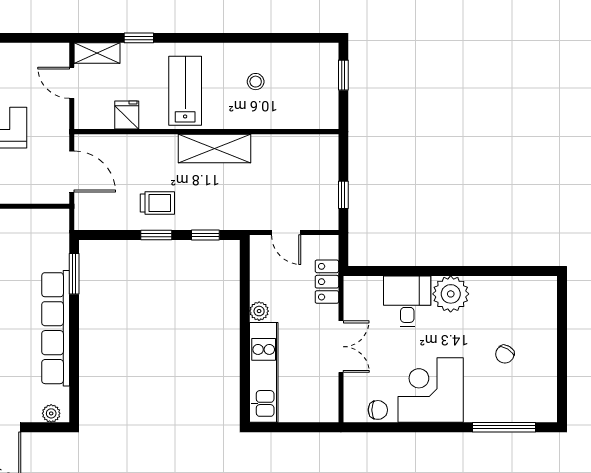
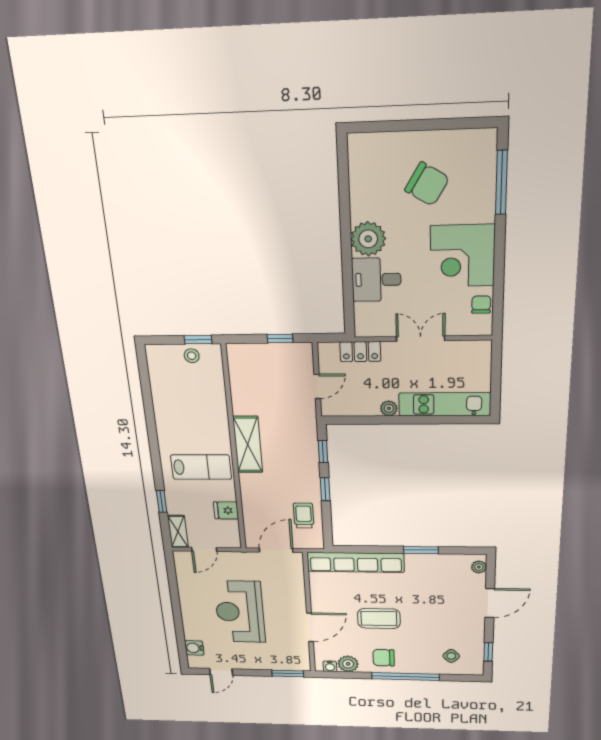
window: (343, 75) -> (198, 340), moved
stool: (256, 82) -> (192, 356), moved
lab bench: (185, 91) -> (201, 467), turned 180
trolley: (157, 203) -> (304, 516), moved
window: (74, 274) -> (421, 550), moved
row of seats: (56, 328) -> (356, 562), moved
chair: (505, 354) -> (427, 184), width x1.87, depth x1.87

